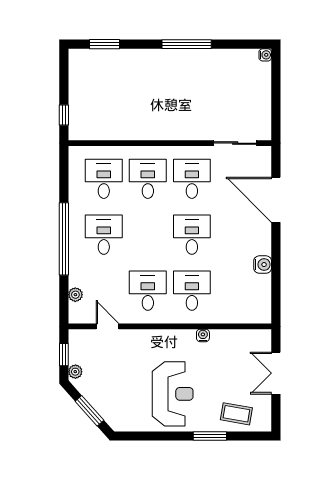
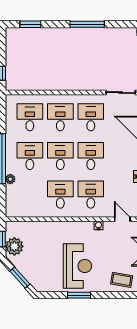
desk: (148, 235) -> (60, 156), added
plant: (75, 295) -> (10, 179), moved
door: (107, 326) -> (122, 219), moved
plant: (75, 372) -> (14, 246), width x1.87, depth x1.87
window: (210, 436) -> (79, 295), moved

